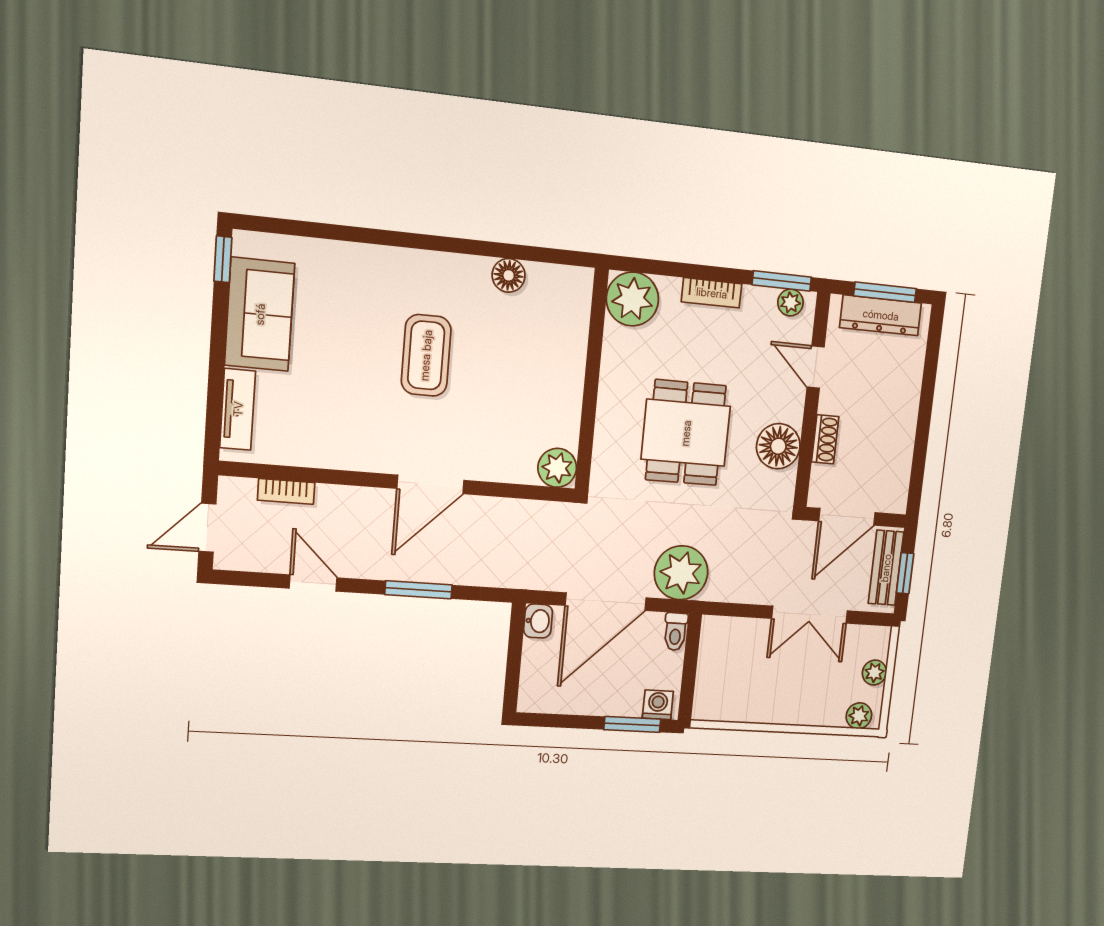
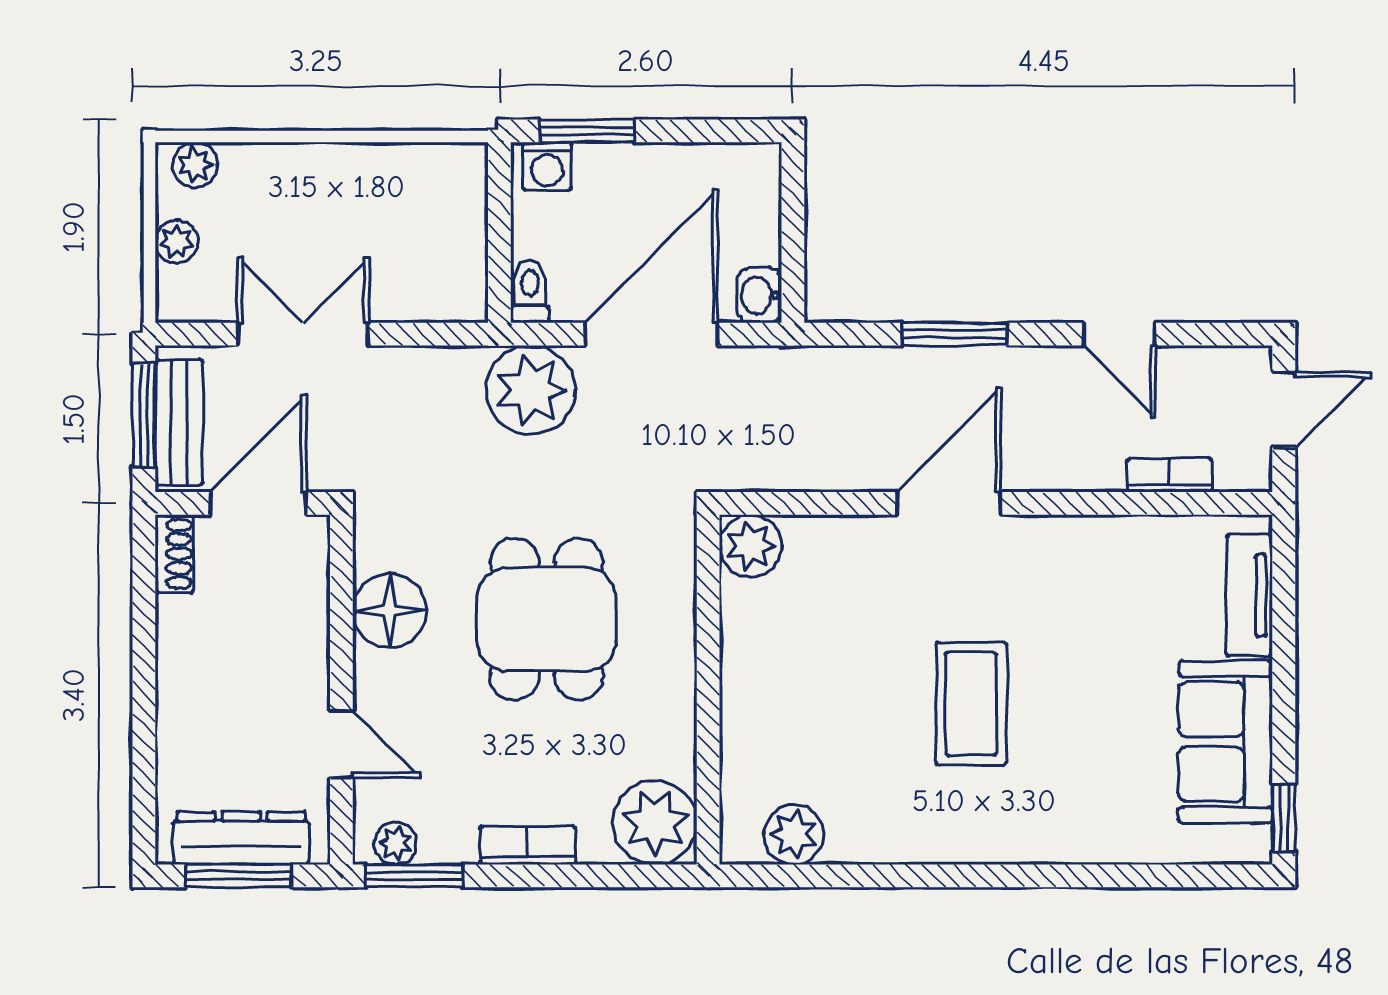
floor lamp: (509, 275) -> (854, 839), removed
plant: (547, 282) -> (794, 835), added
shoe rack: (825, 439) -> (174, 554), moved, turned 180
window: (905, 573) -> (144, 415), width x1.50

